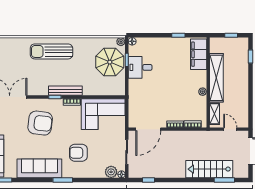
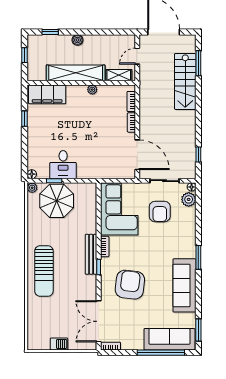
boiler: (244, 79) -> (77, 40), added
armchair: (78, 153) -> (160, 211), moved

